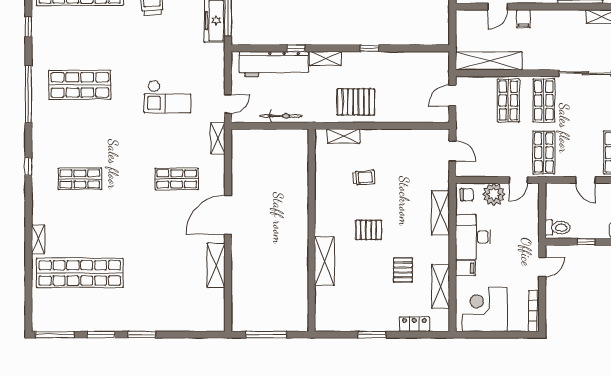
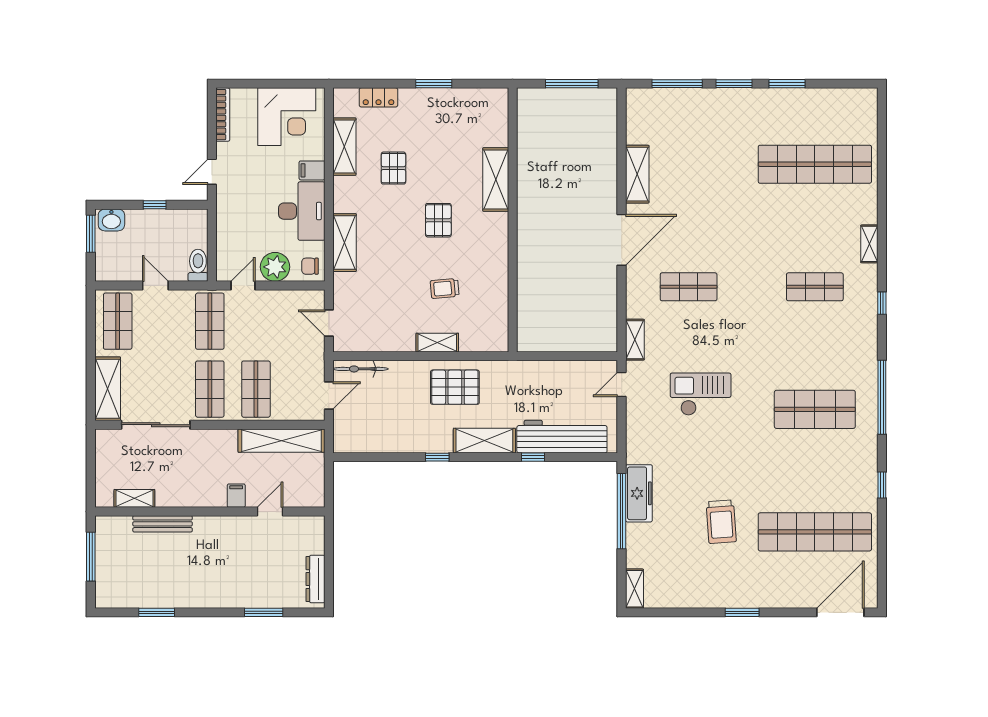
shelving: (325, 59) -> (484, 441), width x1.50, depth x1.33
bicycle: (281, 116) -> (361, 369), moved
shelving: (344, 136) -> (437, 343), moved
toilet: (558, 228) -> (198, 265), moved, turned 90
pallet: (369, 230) -> (438, 220), turned 90
shelving: (38, 239) -> (869, 244), moved
window: (55, 335) -> (677, 84), moved

